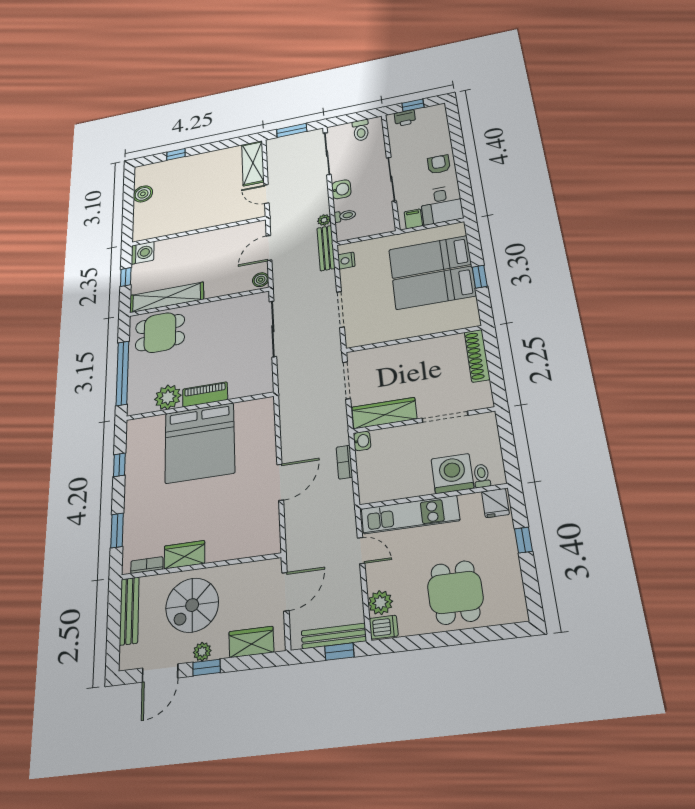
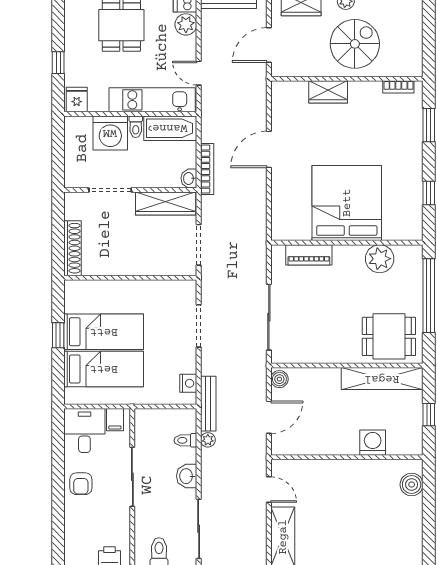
boiler: (143, 194) -> (412, 485), moved
washing machine: (143, 253) -> (373, 443), moved, turned 90
piano: (205, 394) -> (309, 255), moved
bookcase: (344, 462) -> (207, 169), width x1.56
toilet: (482, 476) -> (136, 127), moved
bathtub: (387, 488) -> (170, 128), added
wardrobe: (184, 555) -> (328, 92), moved
bench: (129, 611) -> (414, 46), removed

